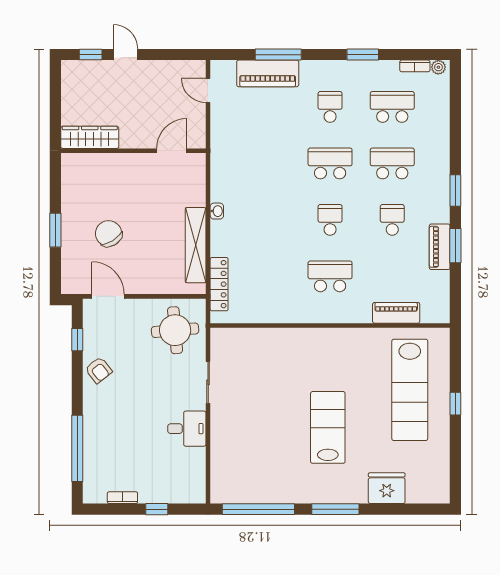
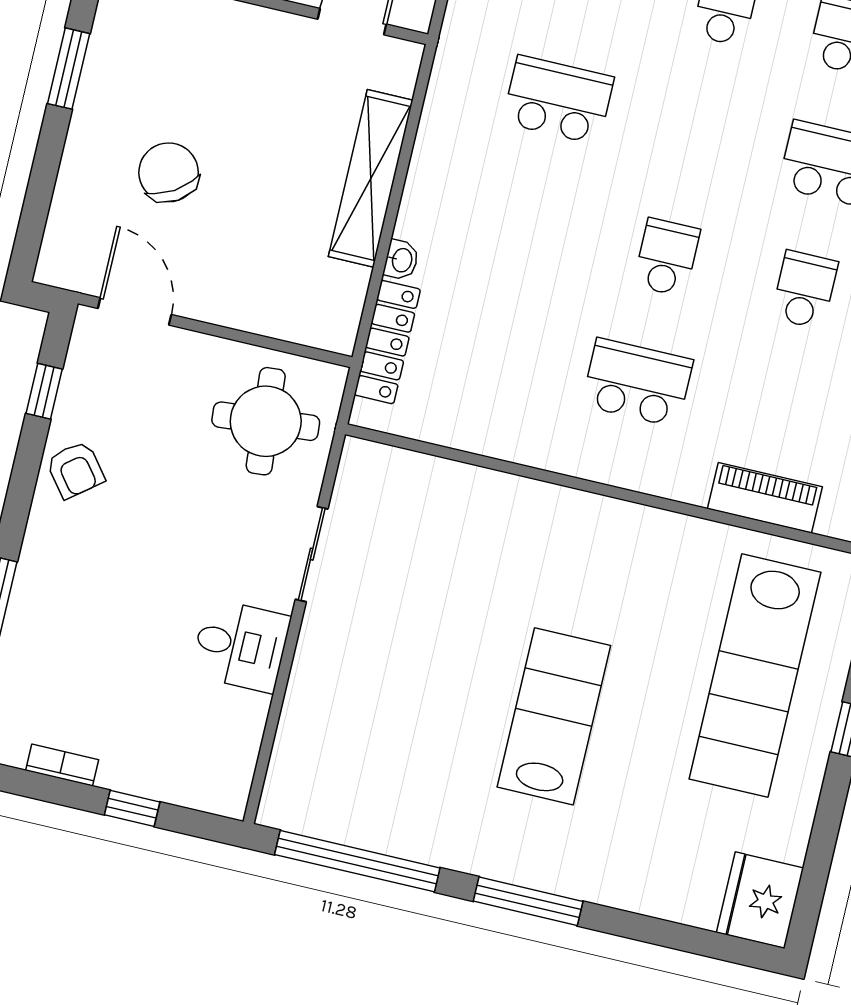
school desk: (330, 163) -> (558, 100), moved
washbasin: (217, 211) -> (401, 260), moved
window: (55, 230) -> (69, 69), moved
shelving: (196, 245) -> (371, 178), moved
fridge: (387, 488) -> (760, 900), moved, turned -90

